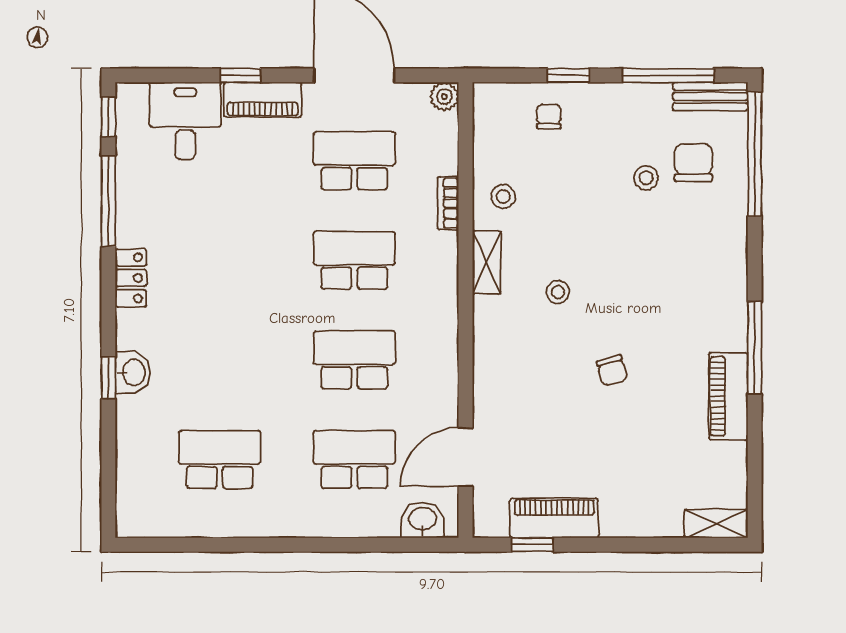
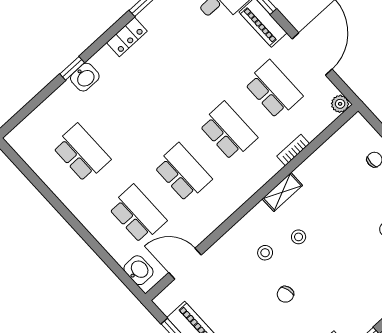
stool: (503, 196) -> (265, 253), moved

